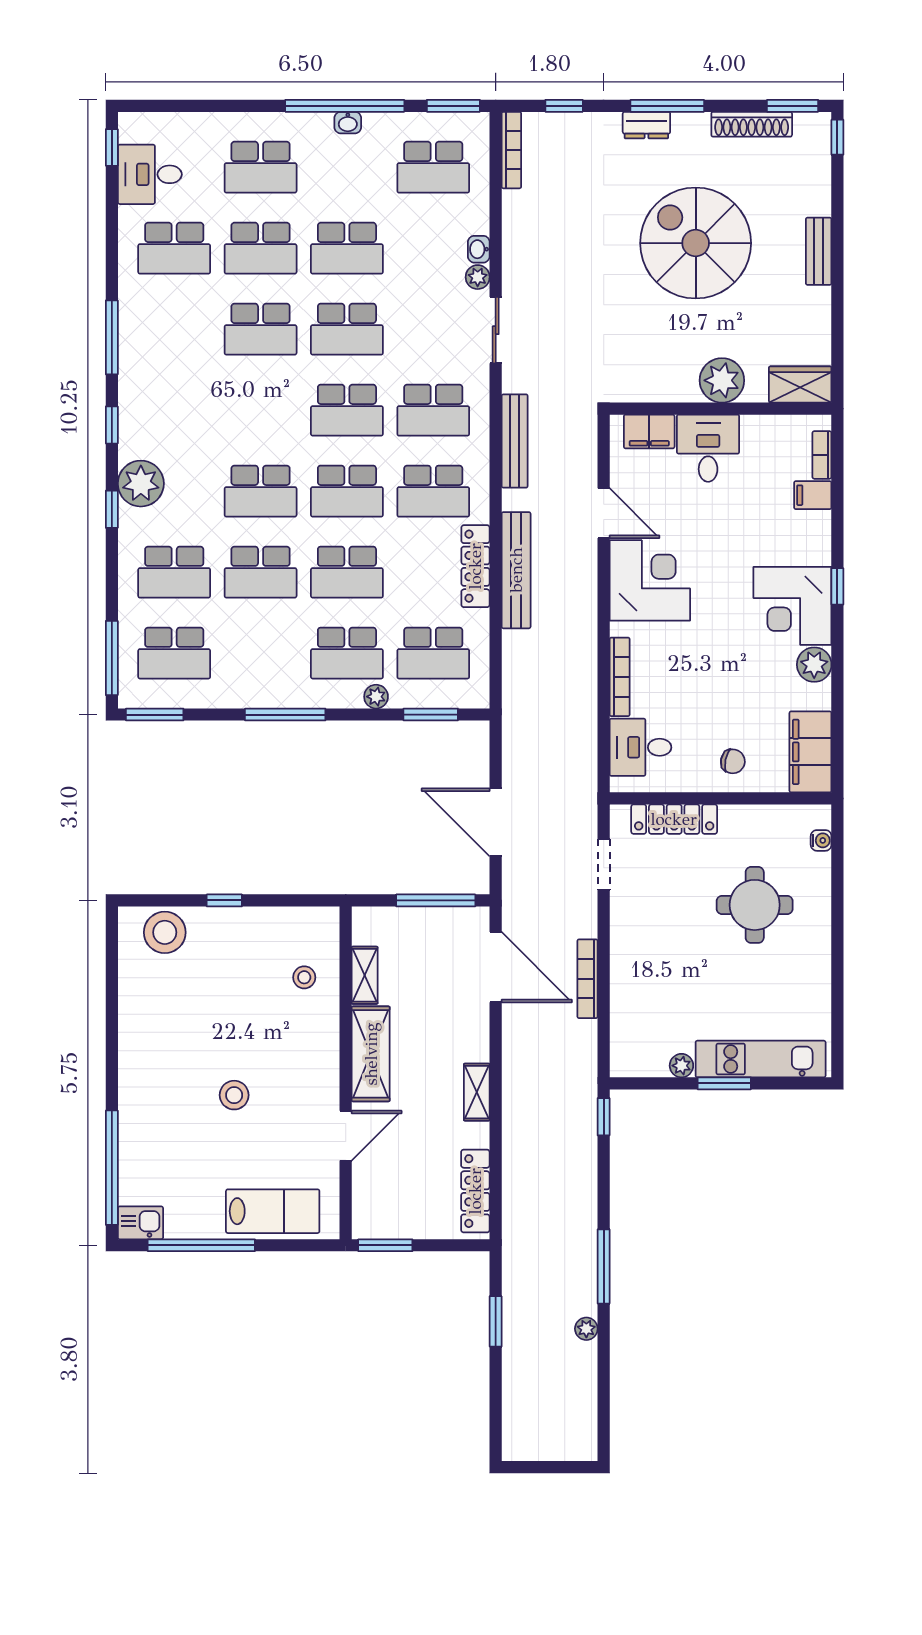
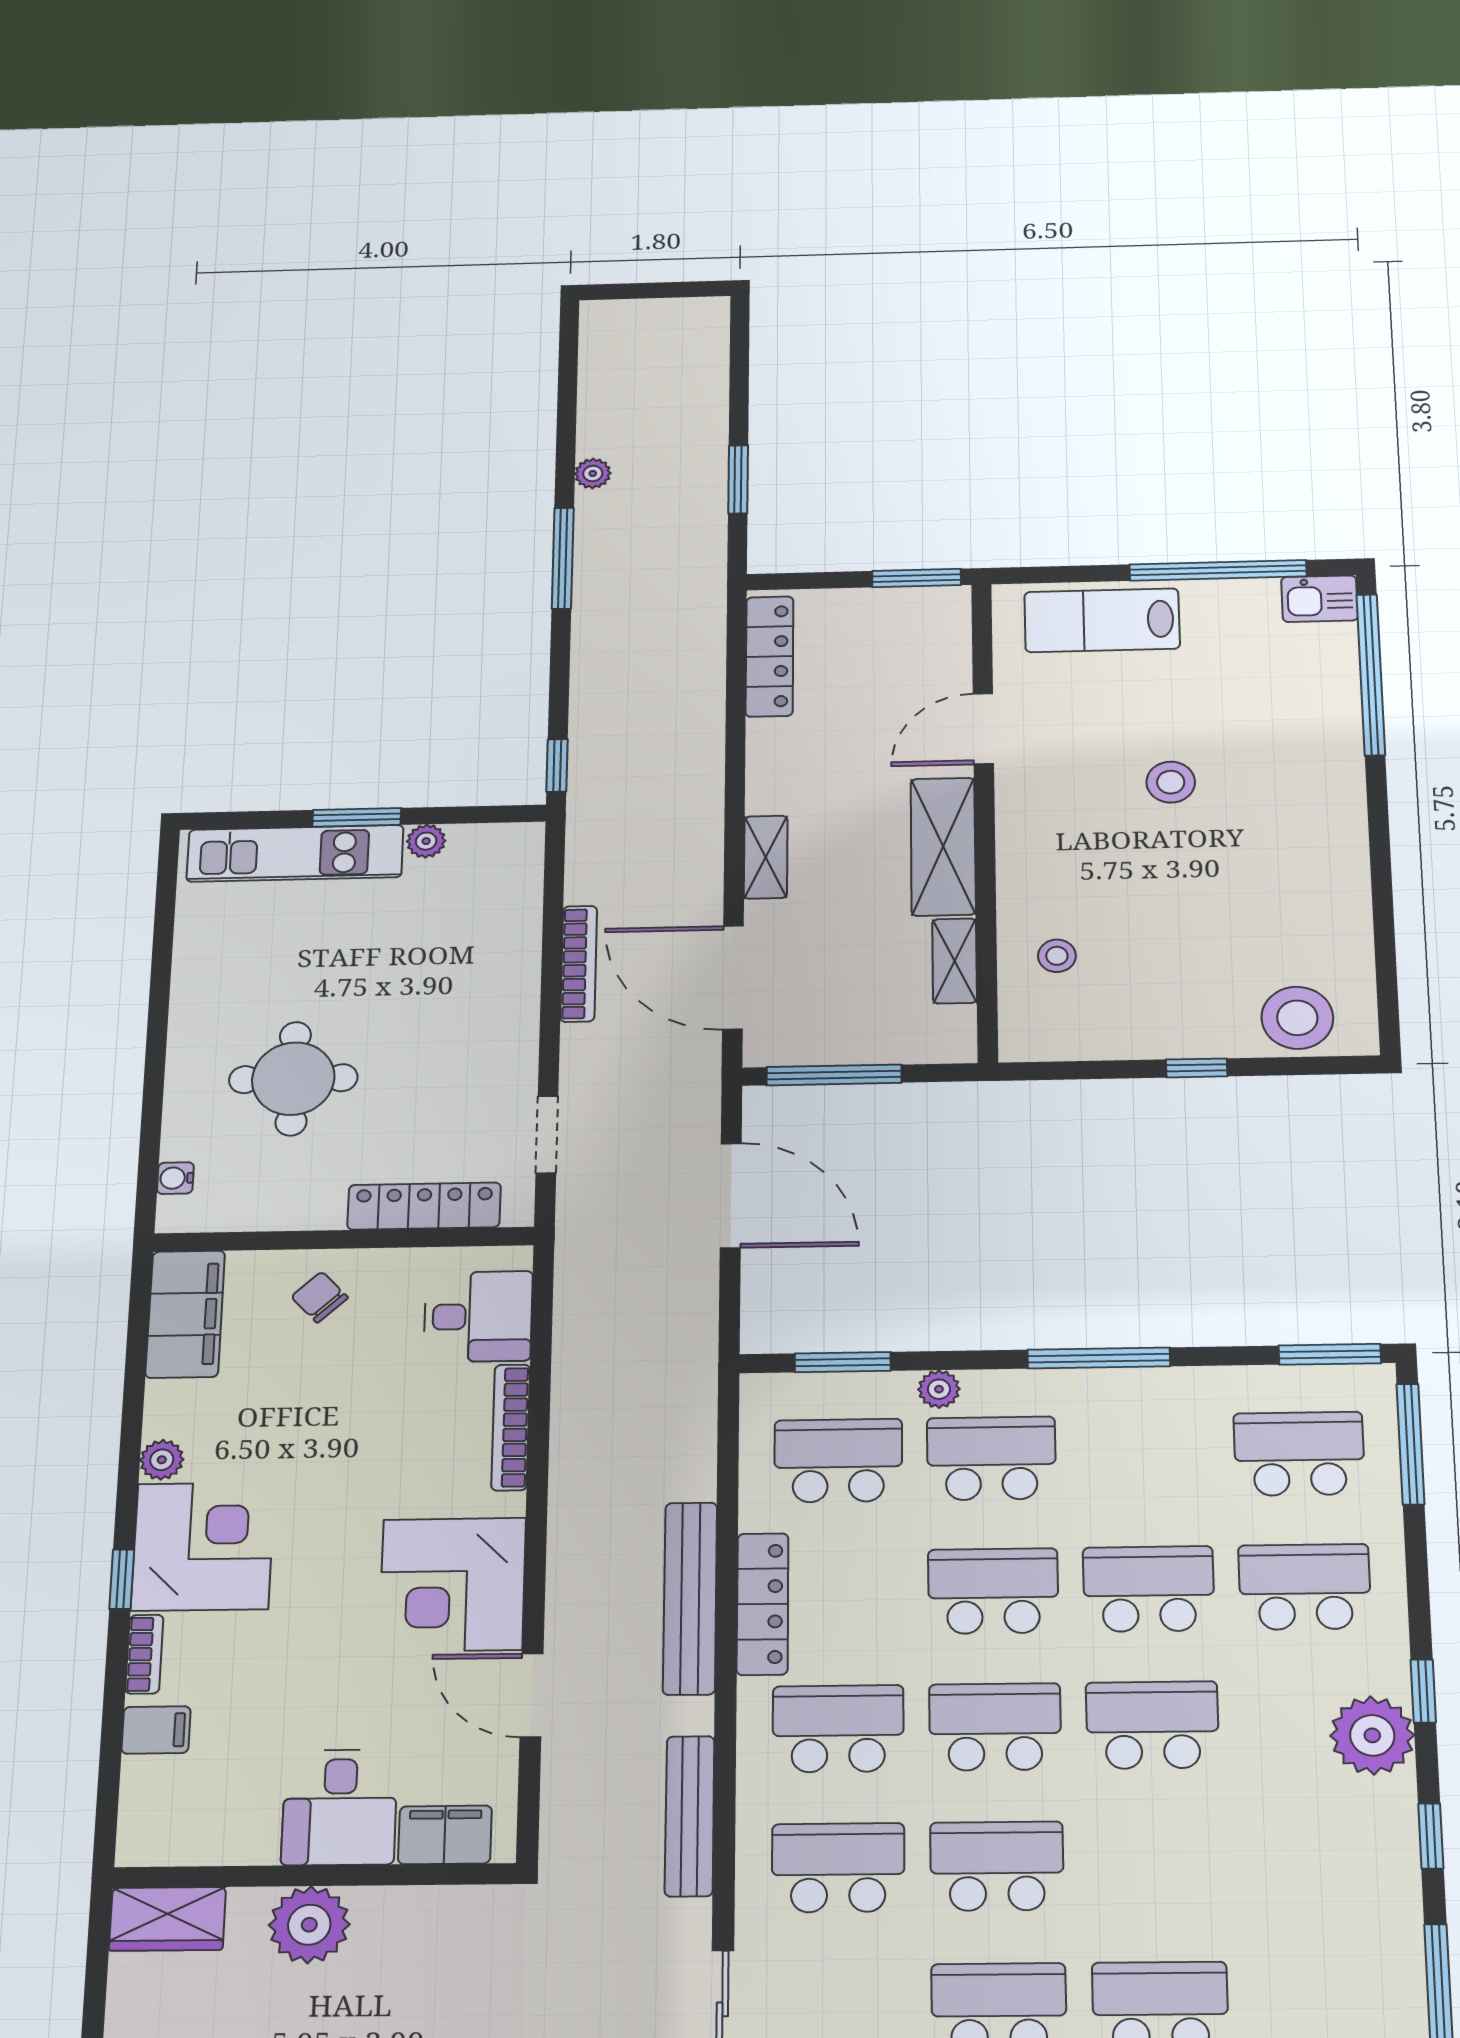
bookcase: (822, 455) -> (144, 1654), moved
plant: (814, 665) -> (162, 1460), width x0.73, depth x0.73
chair: (733, 761) -> (320, 1297), turned 36
shelving: (477, 1092) -> (766, 857), moved

